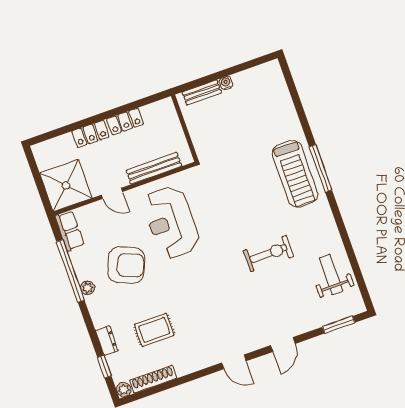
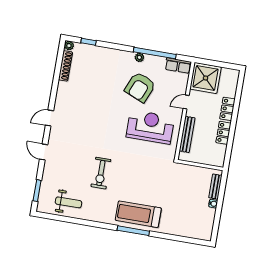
rug: (154, 330) -> (94, 82), removed
dresser: (107, 341) -> (103, 52), removed

